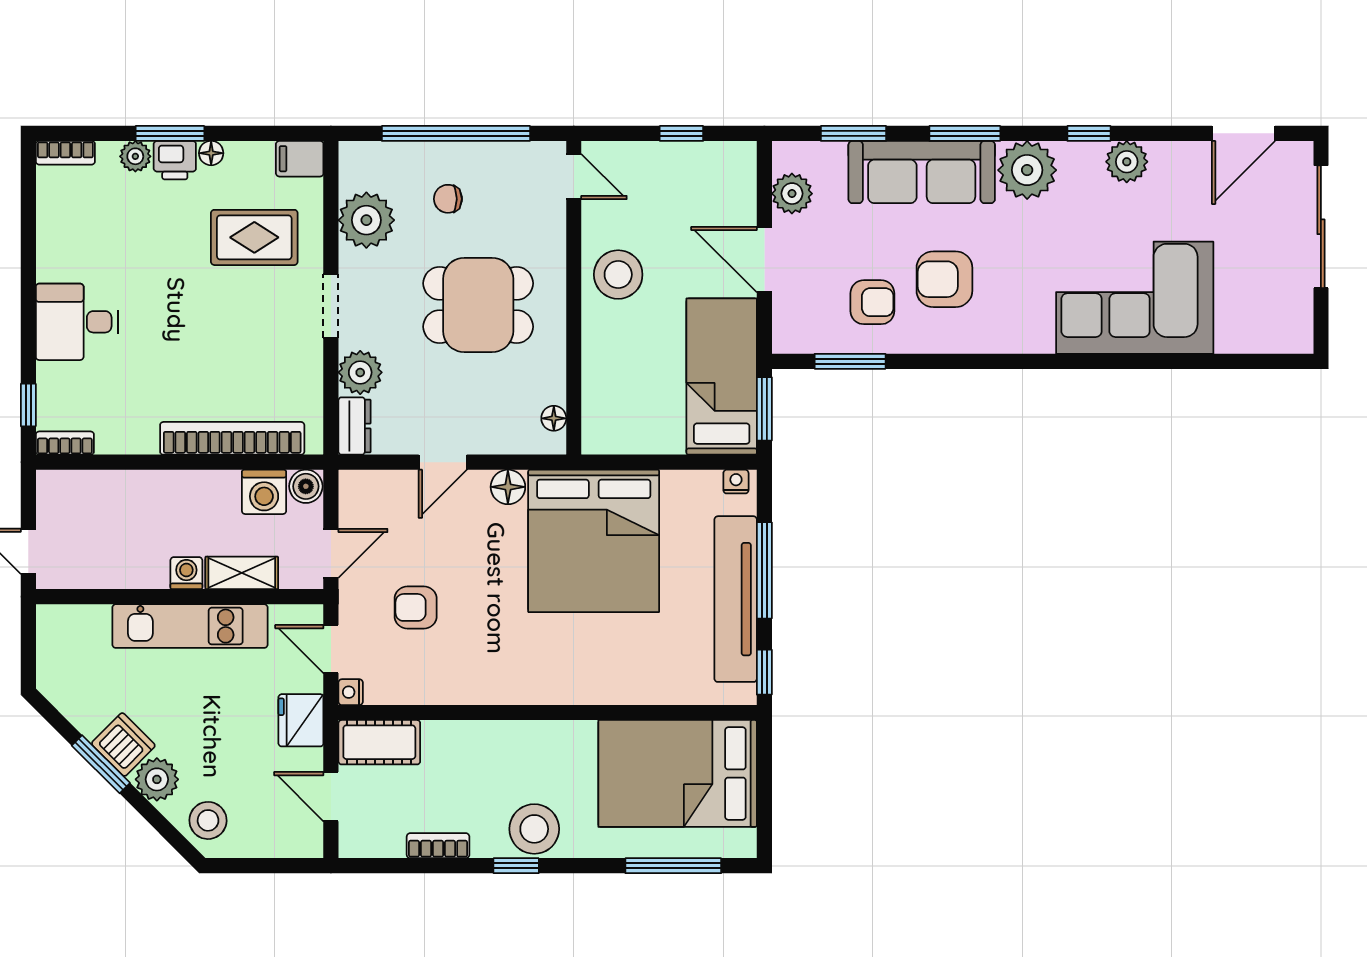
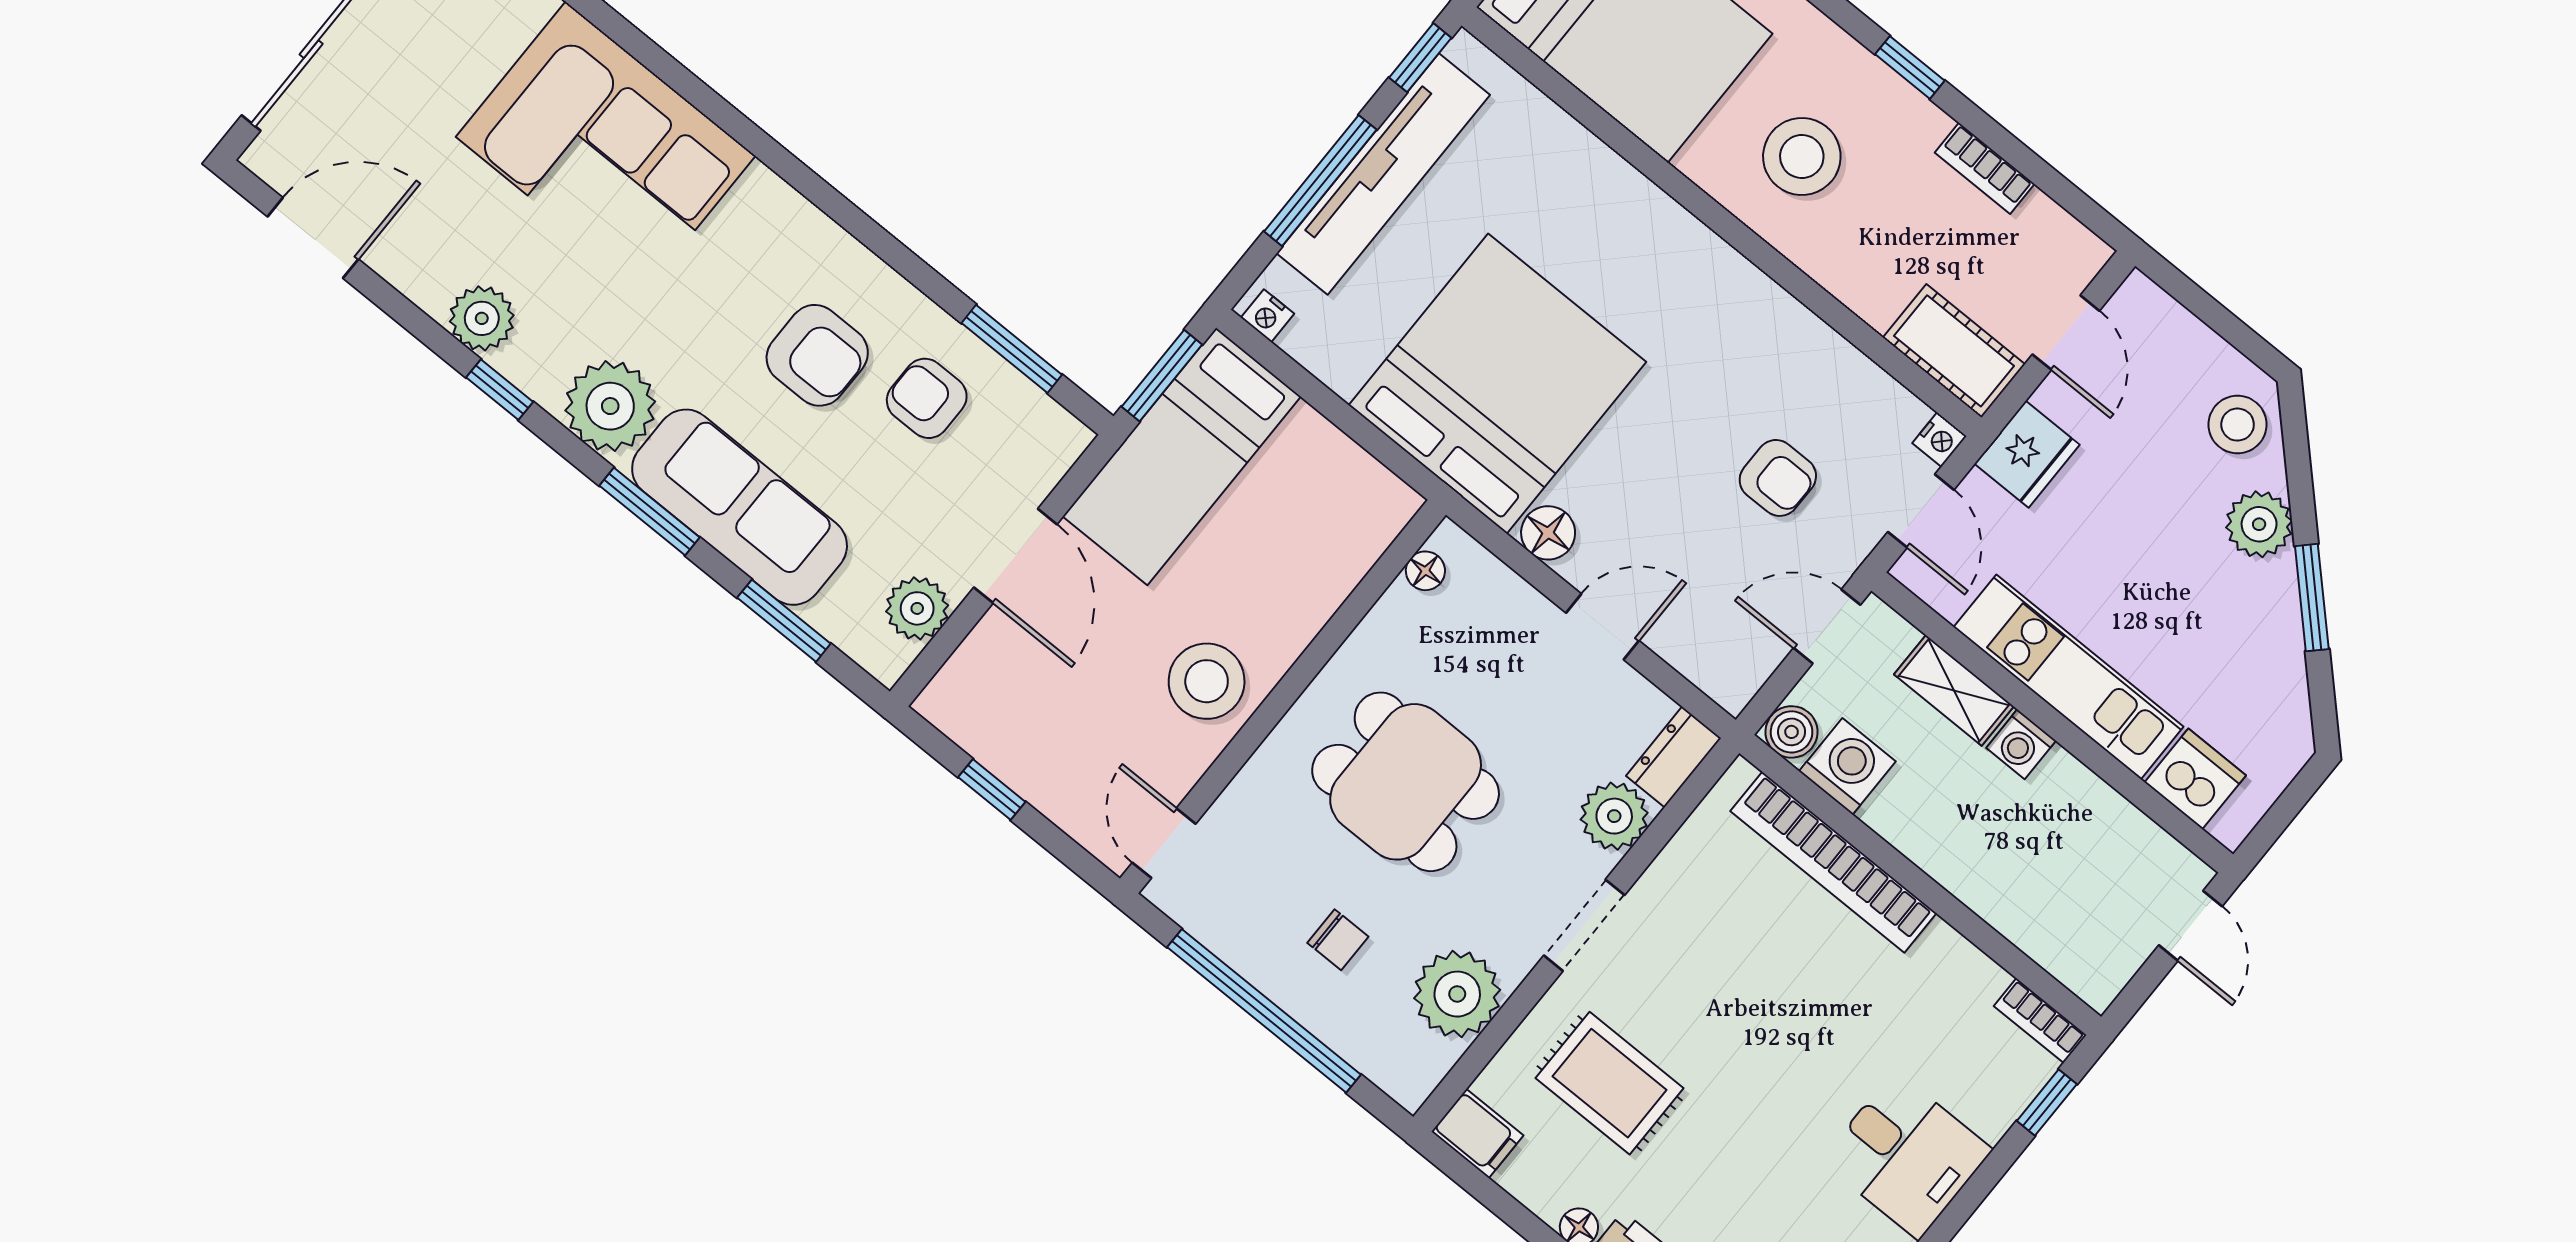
dishwasher: (123, 745) -> (2195, 779), moved, turned 135
stool: (534, 829) -> (1802, 156), moved

